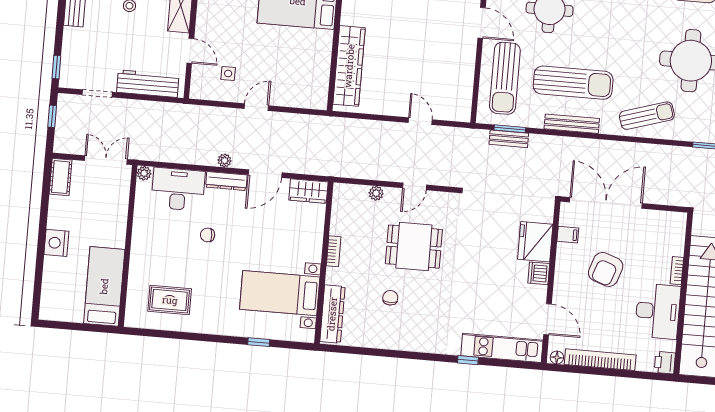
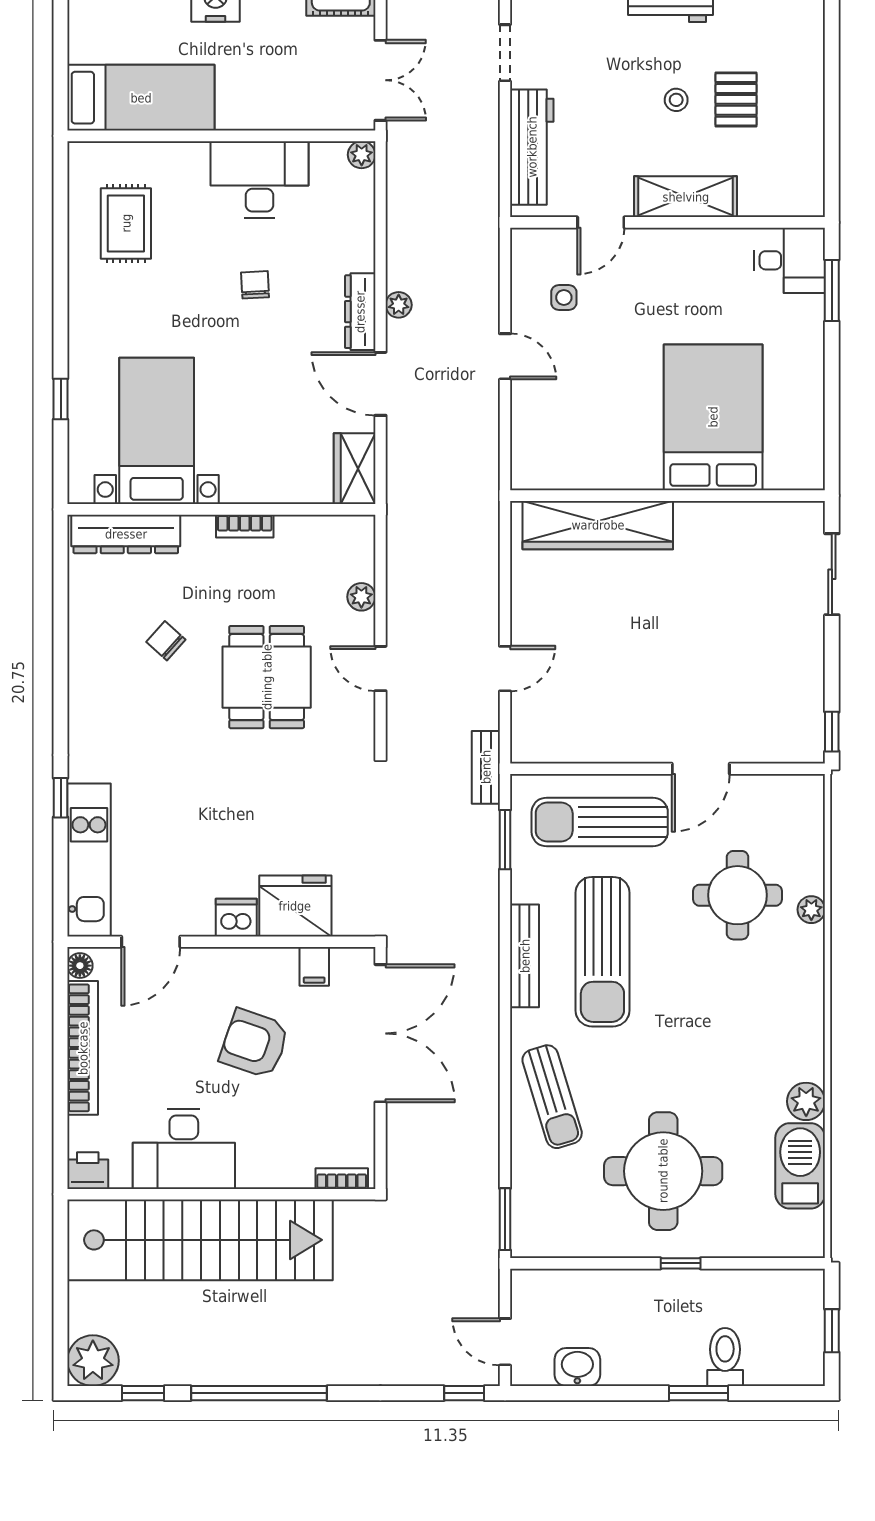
bench: (509, 139) -> (486, 767), moved
desk: (178, 189) -> (259, 179), moved, turned -90
bookcase: (677, 271) -> (342, 1179), moved
chair: (390, 298) -> (166, 641), turned -138

